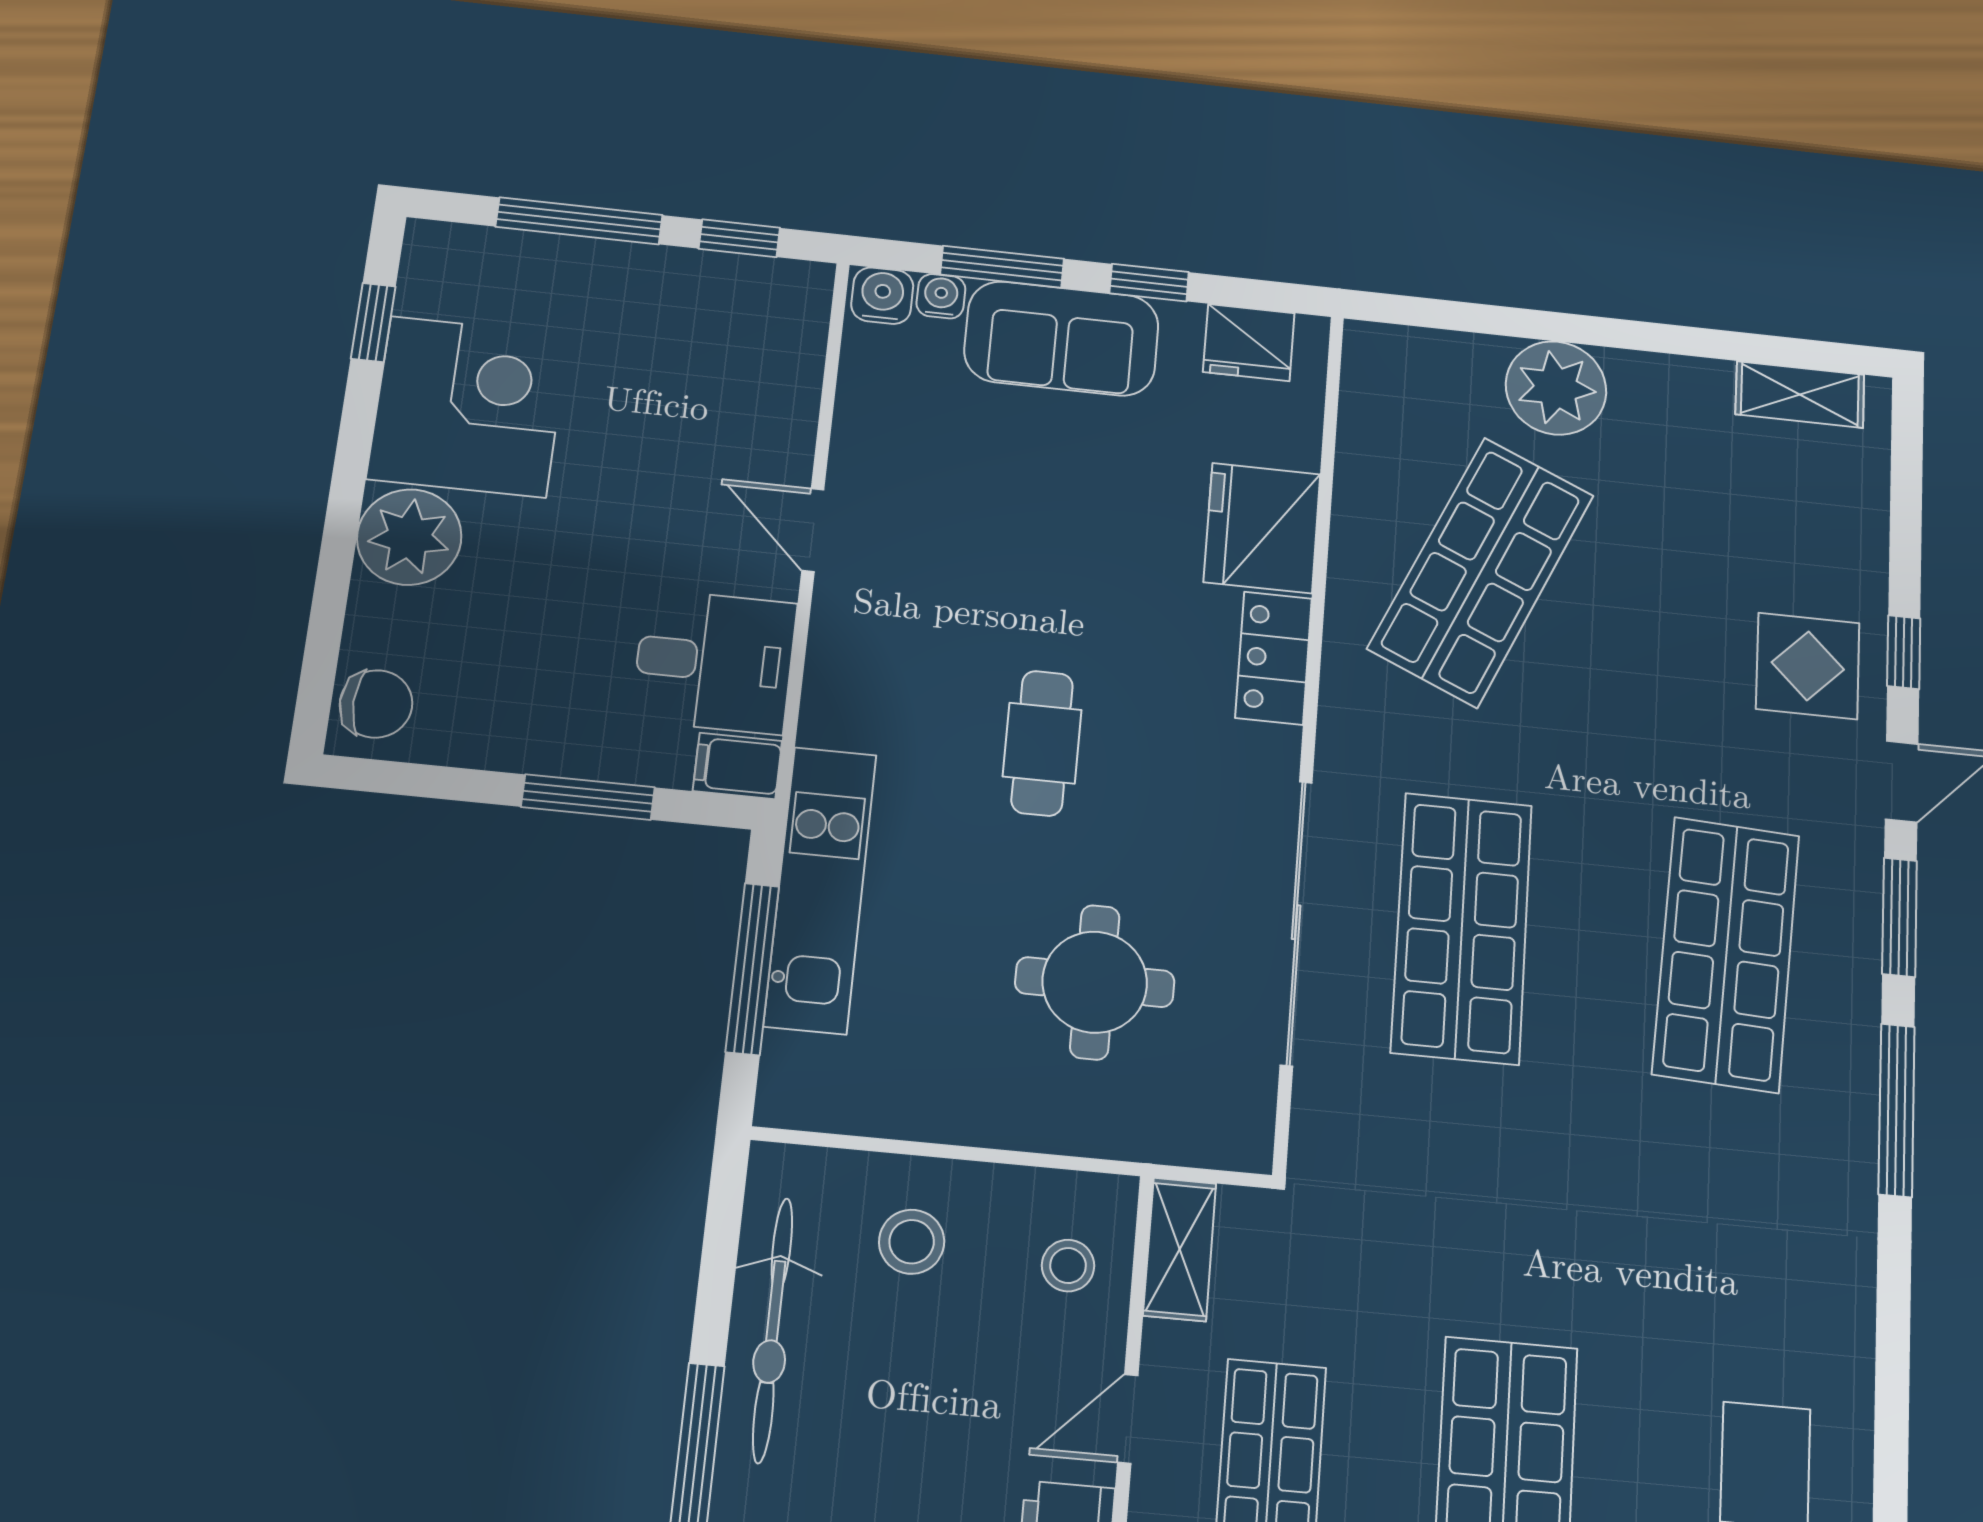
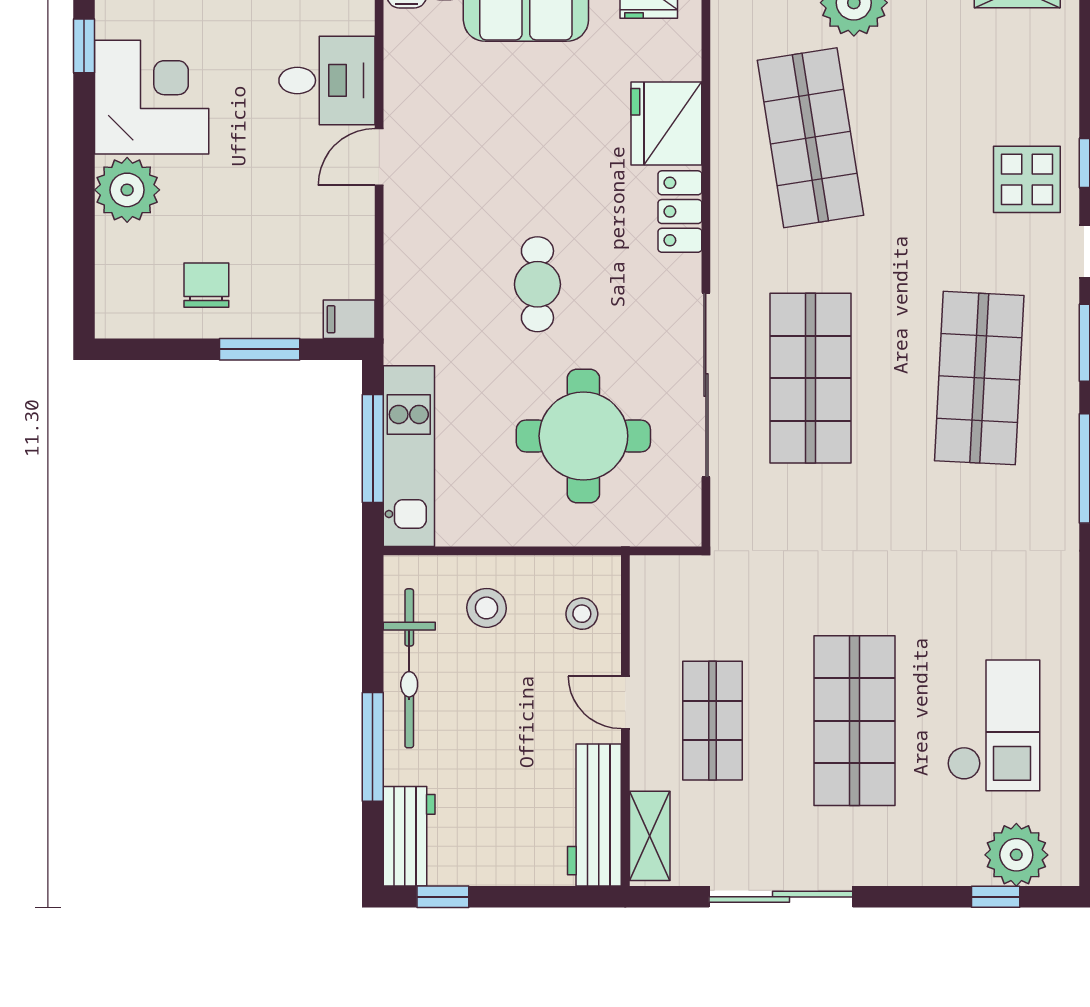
door: (813, 530) -> (379, 157), hinge flipped
shop shelf: (1481, 572) -> (810, 138), turned -33
desk: (714, 662) -> (327, 80), moved
chair: (376, 704) -> (206, 285), moved, turned -90
kitchen unit: (820, 889) -> (409, 456), moved
round table: (1095, 982) -> (583, 436), width x1.36, depth x1.36
shelving: (1180, 1249) -> (649, 598), removed
door: (1128, 1419) -> (625, 702), hinge flipped

